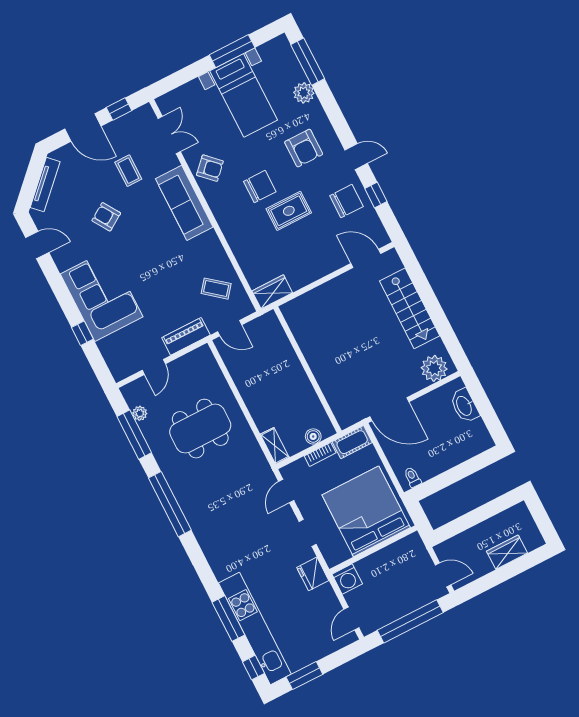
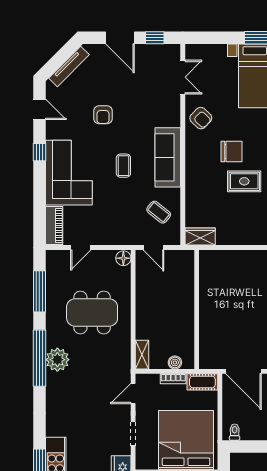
coffee table: (128, 171) -> (123, 166), moved
sofa: (184, 203) -> (168, 157), moved
armchair: (106, 217) -> (103, 115), turned -147
window: (82, 333) -> (39, 152), moved
piano: (186, 336) -> (54, 226), moved, turned 90
floor lamp: (204, 355) -> (123, 258), added
plant: (140, 413) -> (57, 360), moved, width x1.87, depth x1.87

